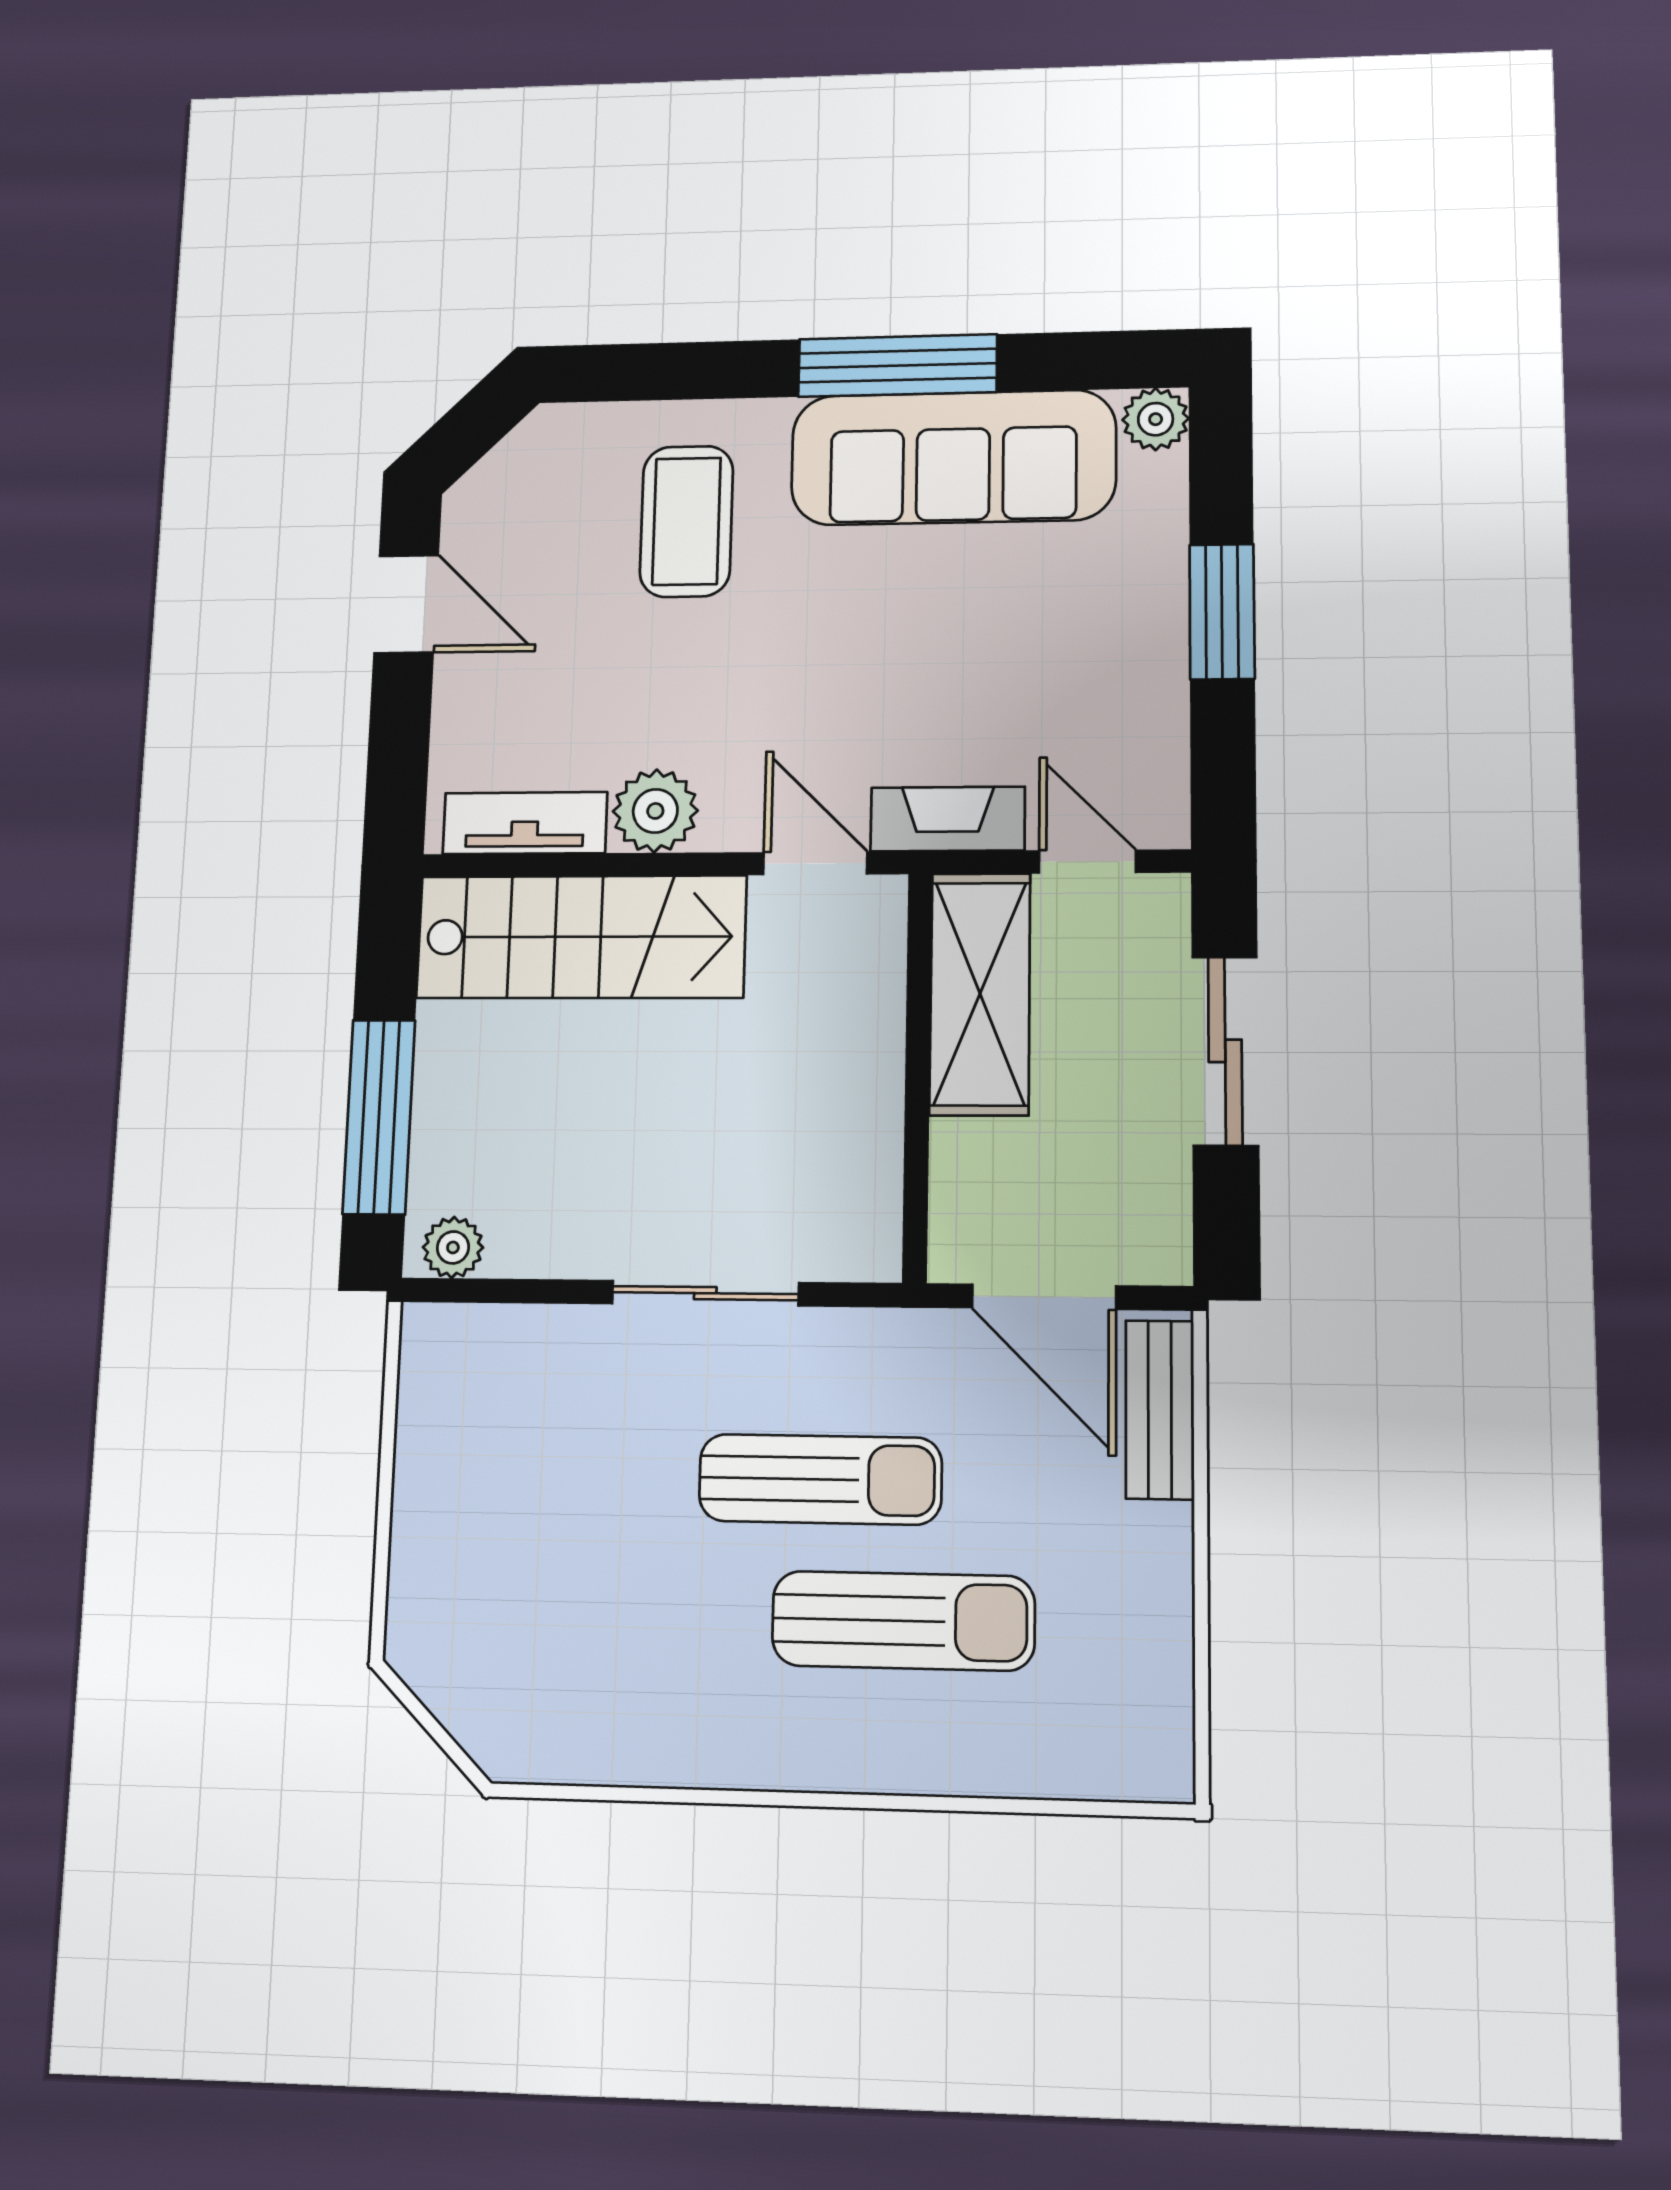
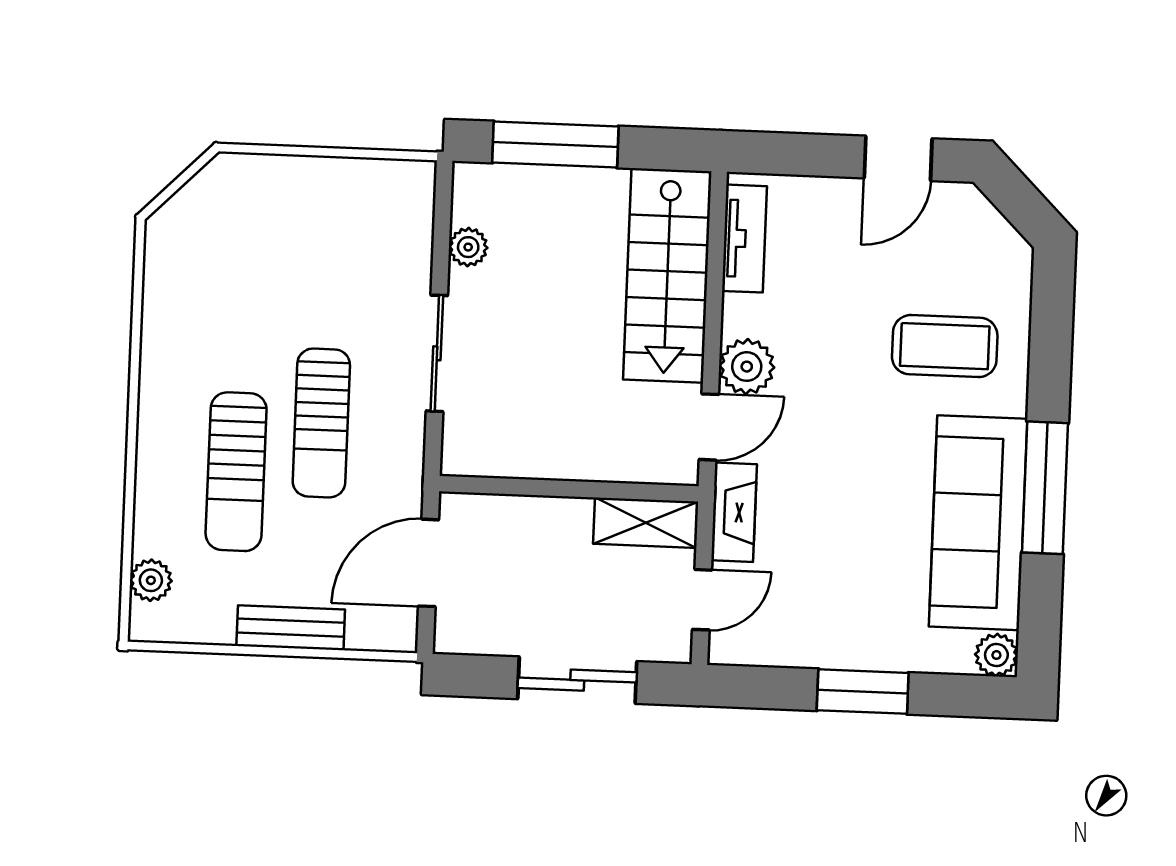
plant: (655, 811) -> (747, 367), moved
shelving: (980, 994) -> (646, 523), width x0.67, depth x0.75
plant: (453, 1247) -> (468, 247), moved
bench: (1160, 1410) -> (291, 628), moved
plant: (1090, 1765) -> (151, 580), added

